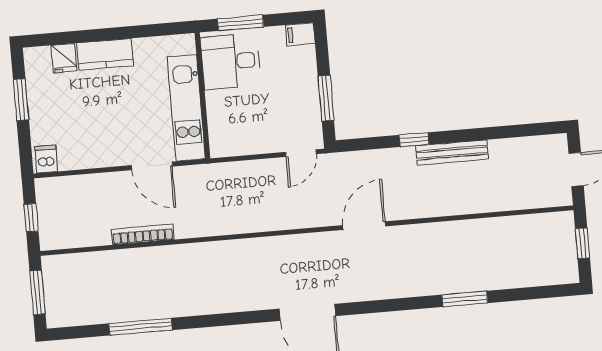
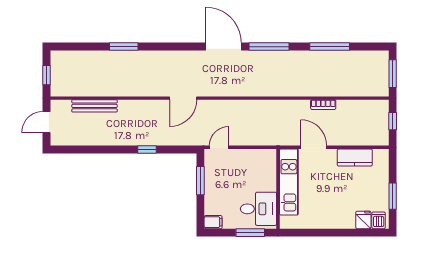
kitchen counter: (105, 54) -> (355, 158), moved, turned 180
bench: (452, 153) -> (95, 106), moved
dishwasher: (46, 159) -> (379, 220), moved, turned 180
bookcase: (143, 234) -> (323, 105), width x0.64
window: (236, 318) -> (269, 47), added

